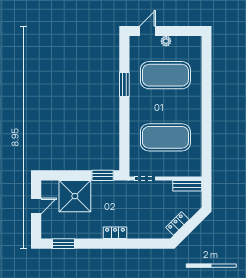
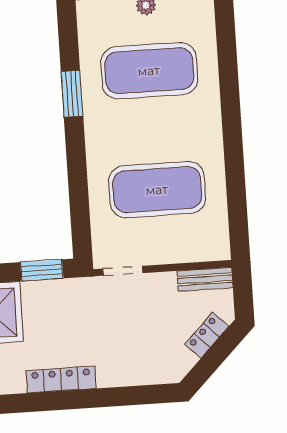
locker: (178, 224) -> (207, 335), moved
locker: (115, 233) -> (61, 379), width x1.53

